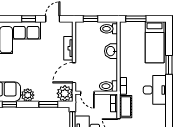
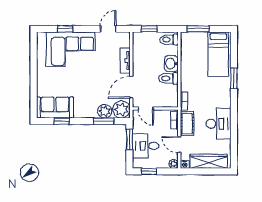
window: (29, 19) -> (65, 29), moved
toilet: (108, 86) -> (168, 78), moved
desk: (155, 90) -> (219, 124), moved
plant: (28, 95) -> (105, 111), moved

